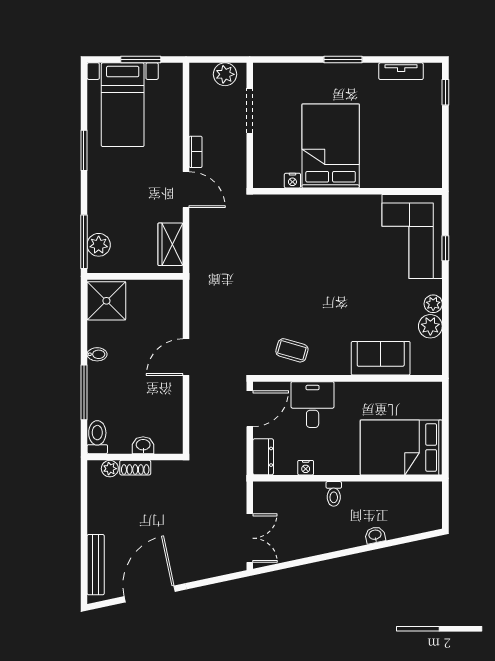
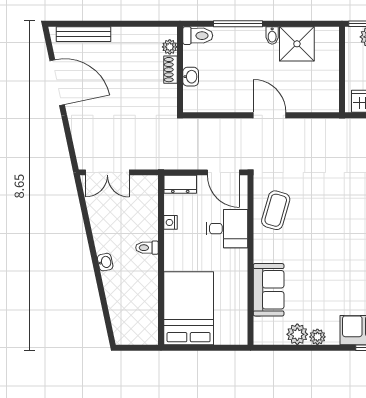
shower: (106, 301) -> (297, 44), moved
coffee table: (292, 350) -> (276, 210), width x1.36, depth x1.30
washbasin: (375, 535) -> (105, 262), moved

